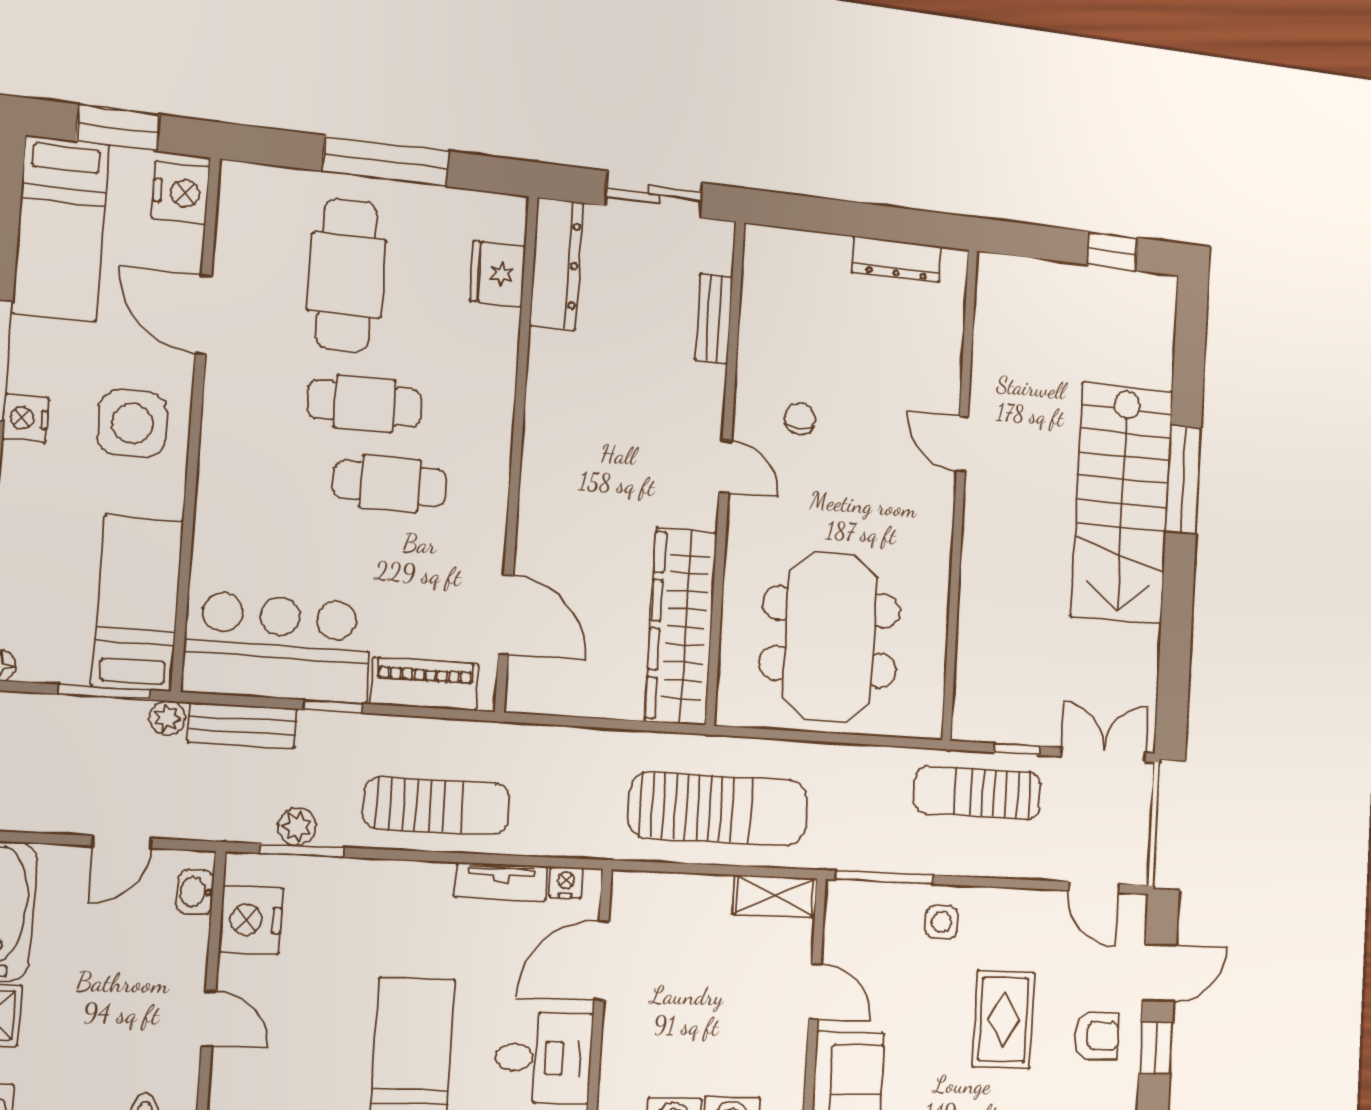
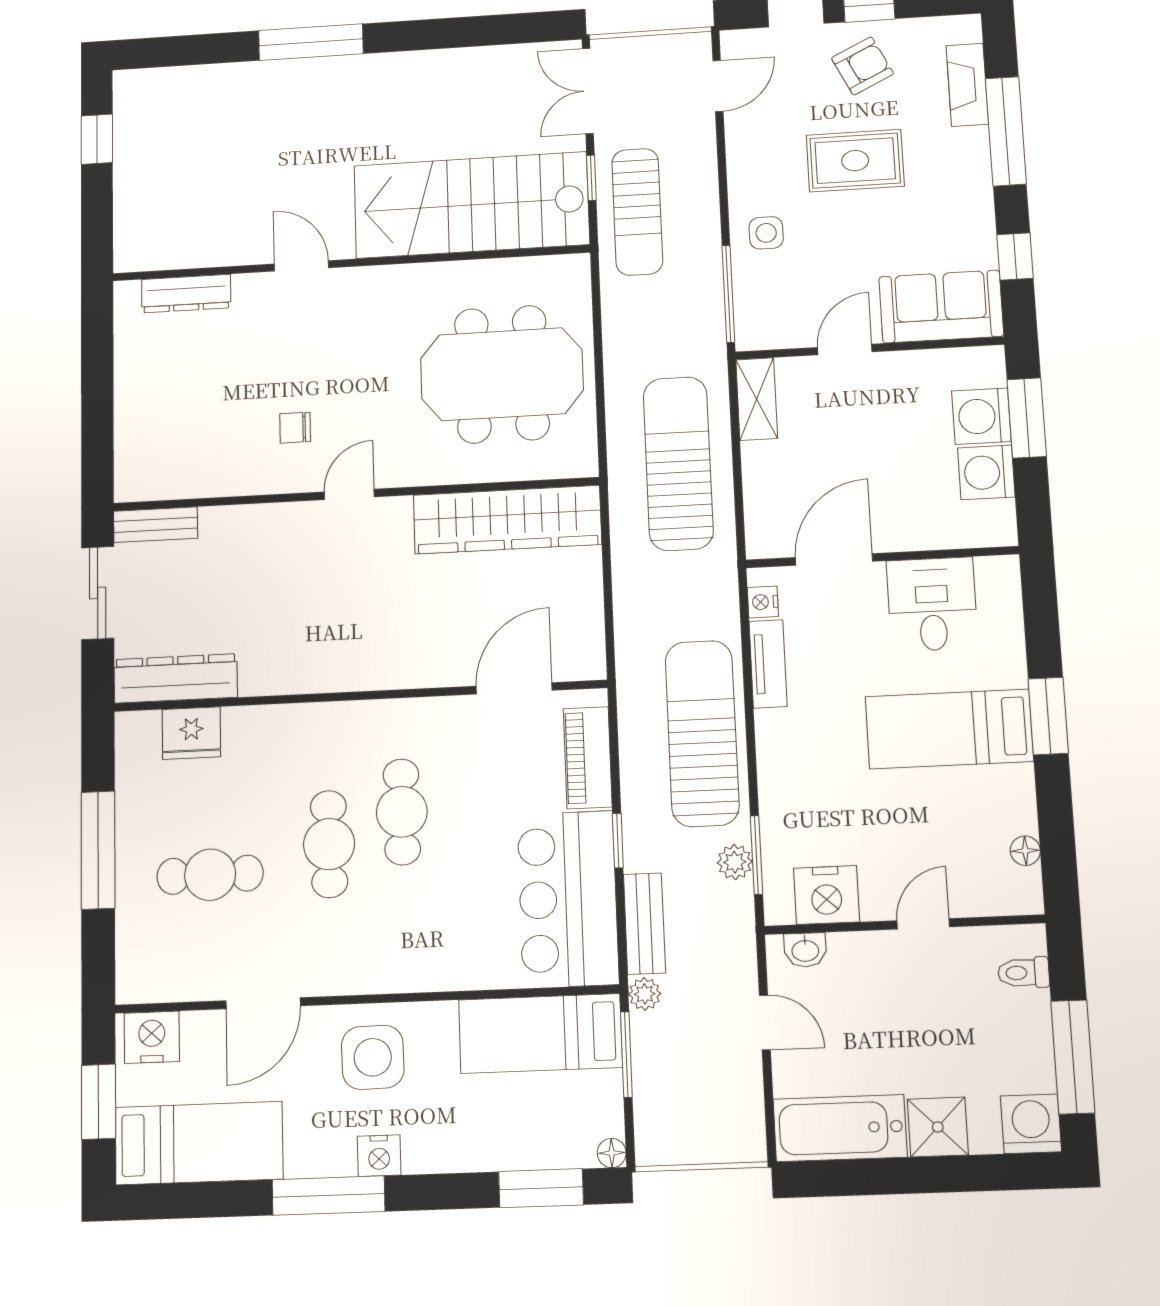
dresser: (897, 259) -> (186, 294), moved, turned 90
cafe table: (347, 275) -> (210, 875), width x0.73, depth x0.74
bench: (714, 319) -> (156, 525), moved
door: (962, 444) -> (301, 266), swing flipped
stairs: (1122, 503) -> (471, 205), moved, turned 180
sun lounger: (436, 806) -> (702, 733), width x1.36, depth x1.34
door: (601, 960) -> (834, 559), swing flipped
armchair: (1097, 1036) -> (862, 66), turned 64

